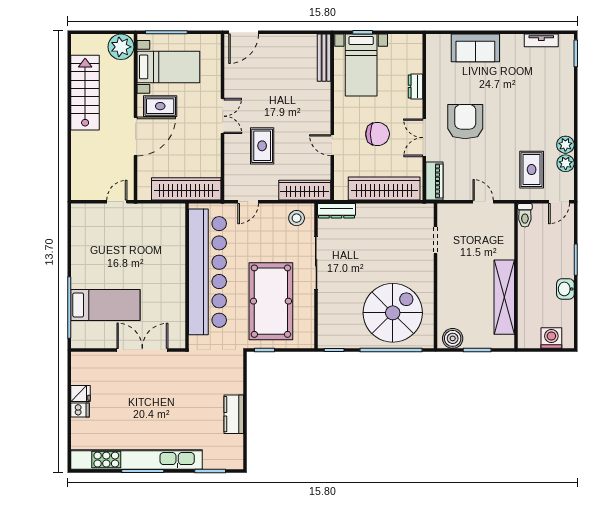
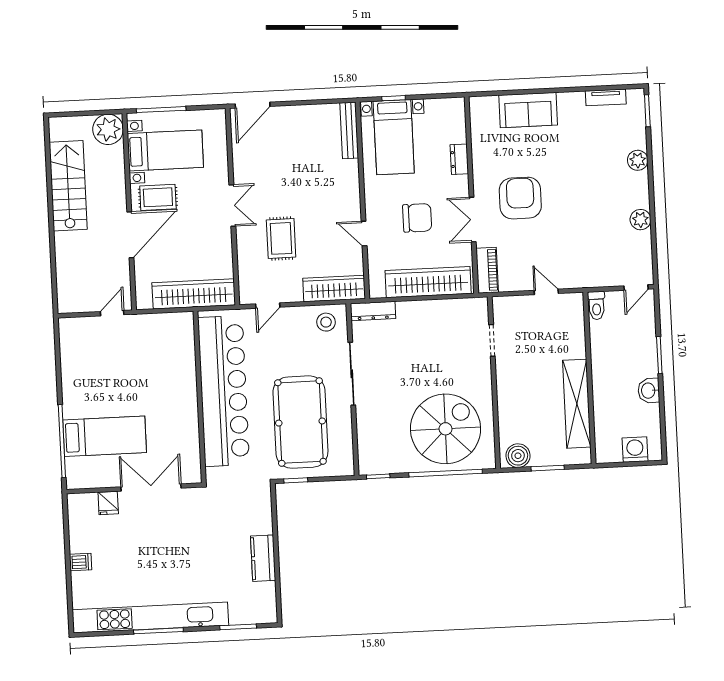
plant: (566, 163) -> (638, 160), moved
rug: (532, 170) -> (602, 251), removed
fridge: (81, 394) -> (108, 503), moved, turned 90

